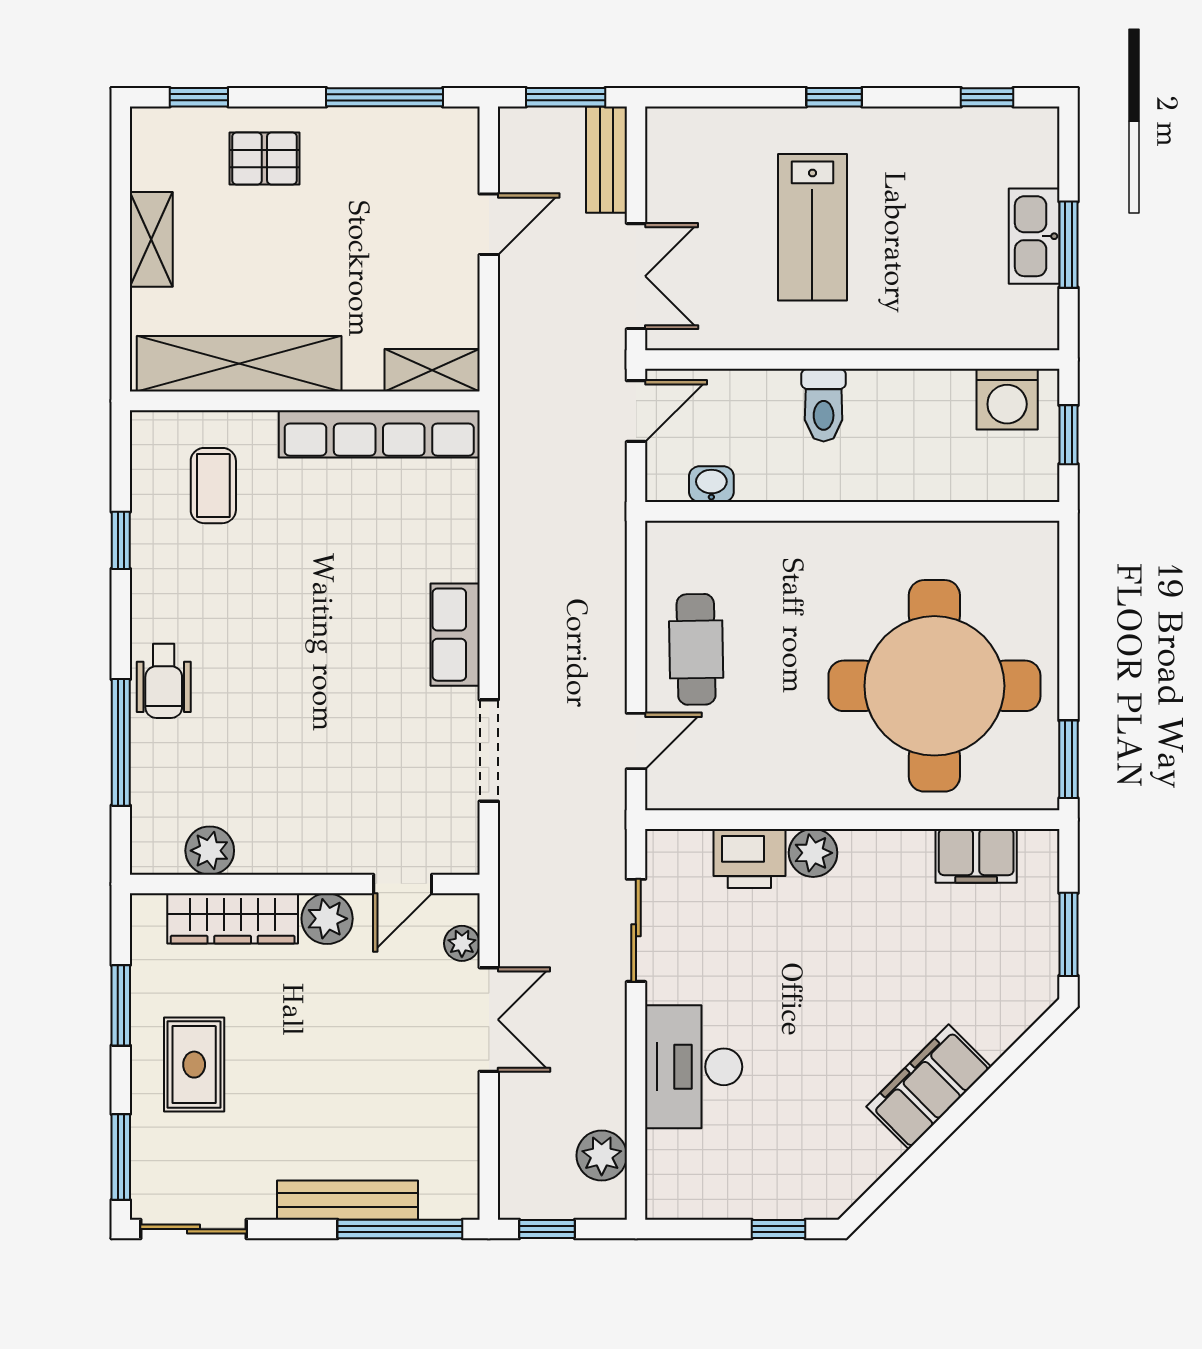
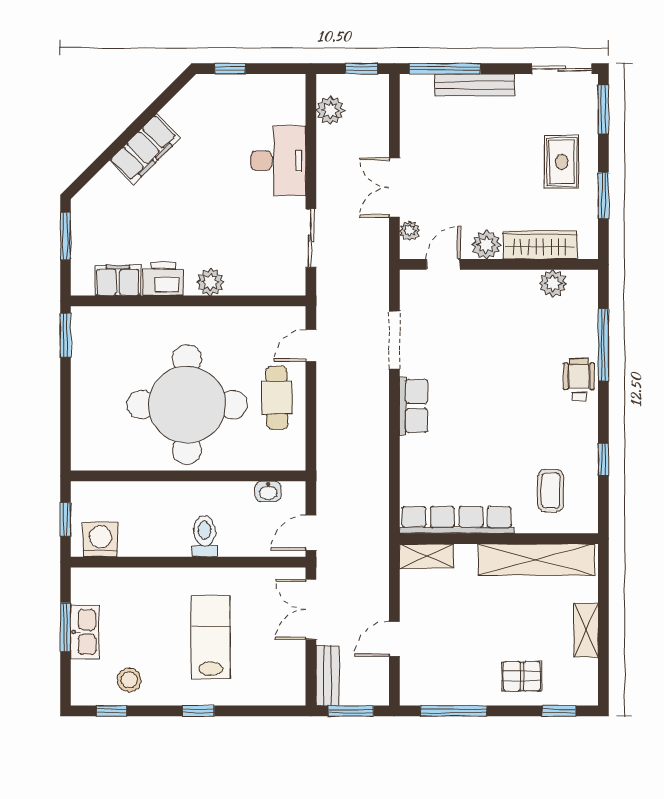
stool: (956, 152) -> (129, 680), added
round table: (934, 686) -> (187, 405), moved
printer: (749, 858) -> (163, 279), moved

